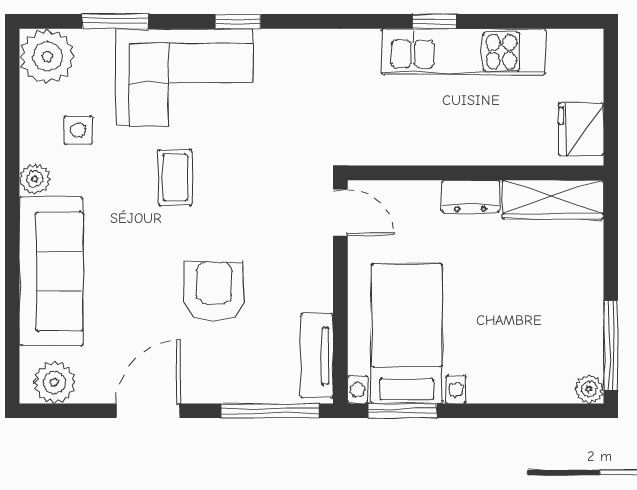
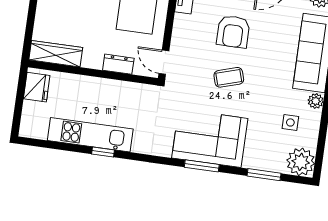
window: (238, 21) -> (202, 166), width x1.50
corner sofa: (184, 78) -> (210, 138), moved
coffee table: (175, 177) -> (229, 77), moved, turned 73
dresser: (471, 196) -> (118, 64), moved

